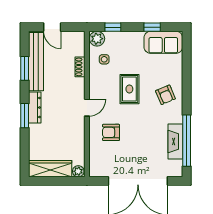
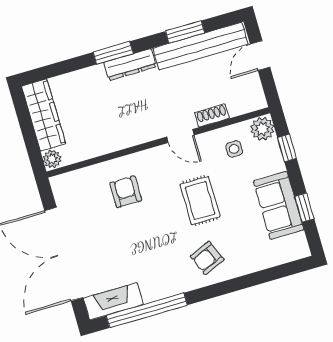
sofa: (163, 42) -> (279, 205), moved
rug: (129, 89) -> (200, 200), turned 90
door: (87, 108) -> (180, 136), moved
fireplace: (175, 142) -> (113, 301), moved

